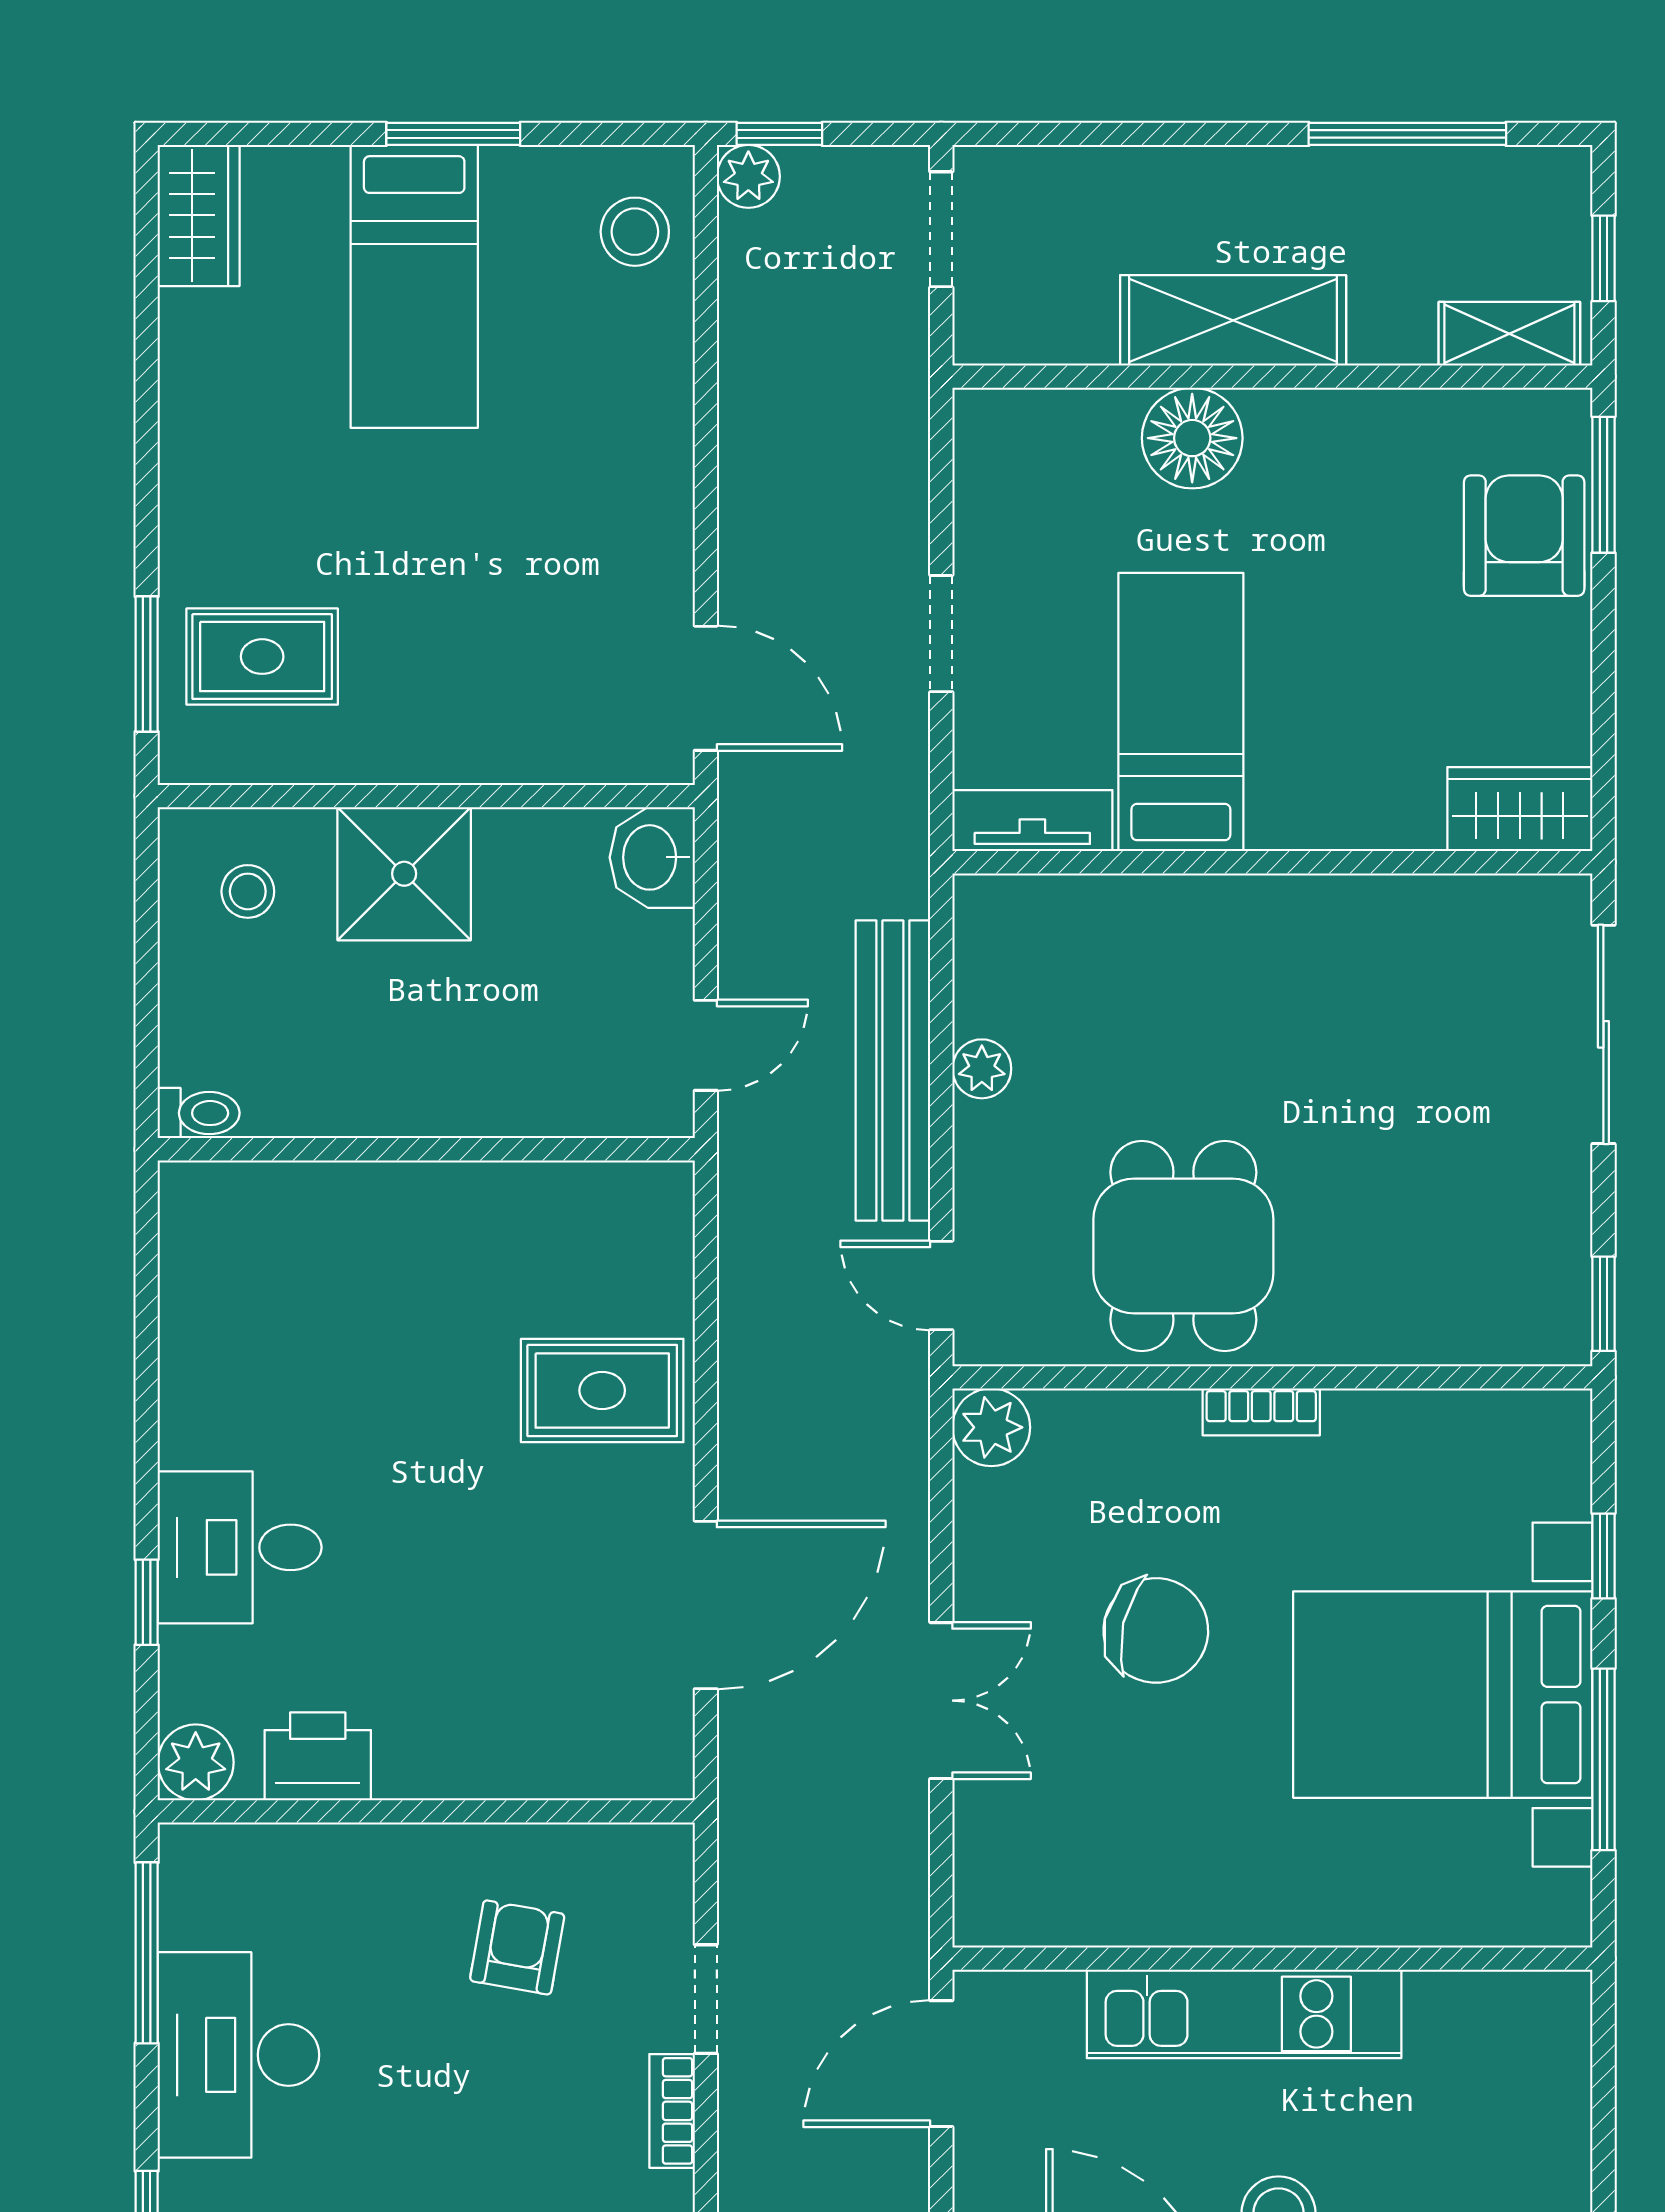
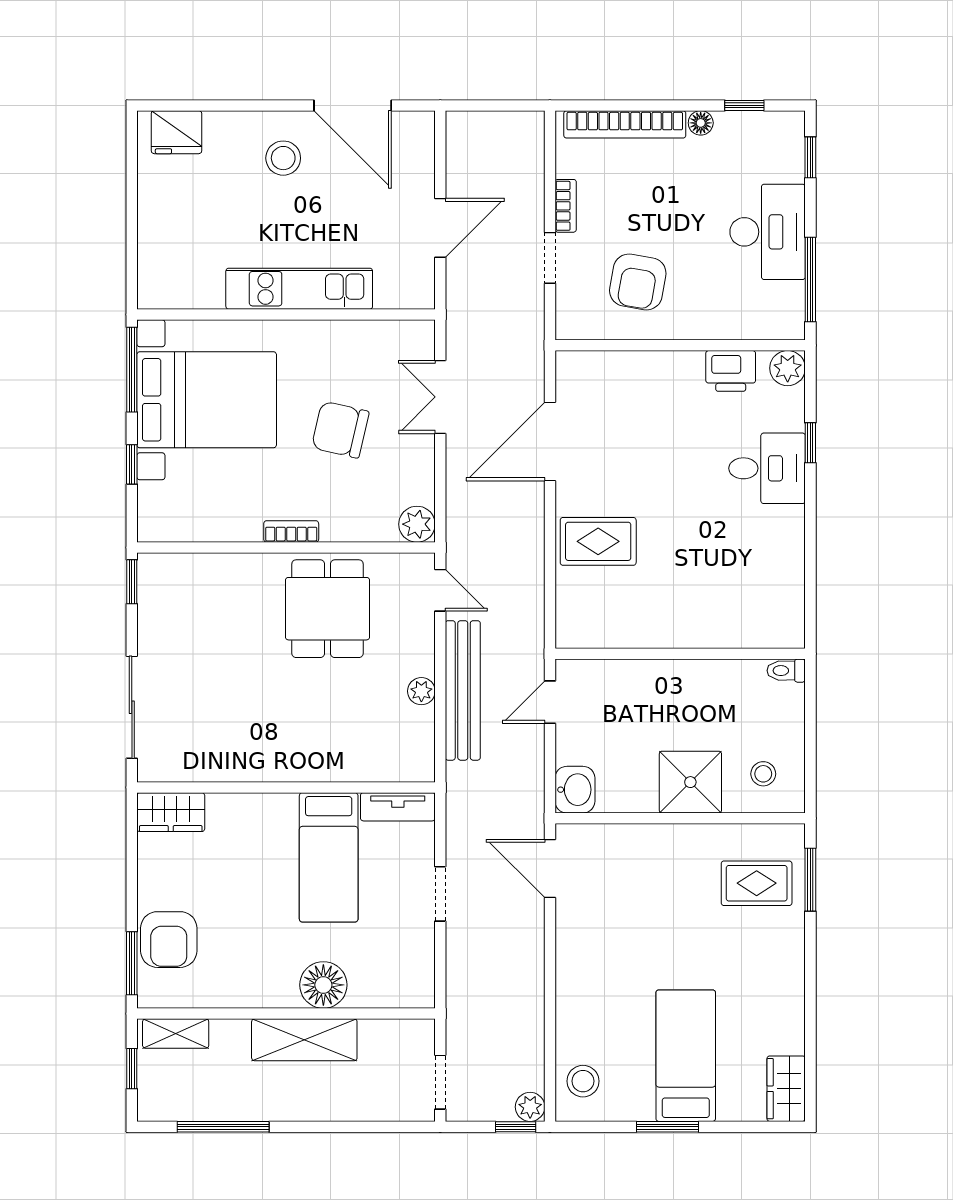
armchair: (517, 1947) -> (638, 282), width x1.38, depth x1.38
wall: (1272, 1959) -> (286, 314), moved
kitchen unit: (1244, 2014) -> (299, 289), moved

